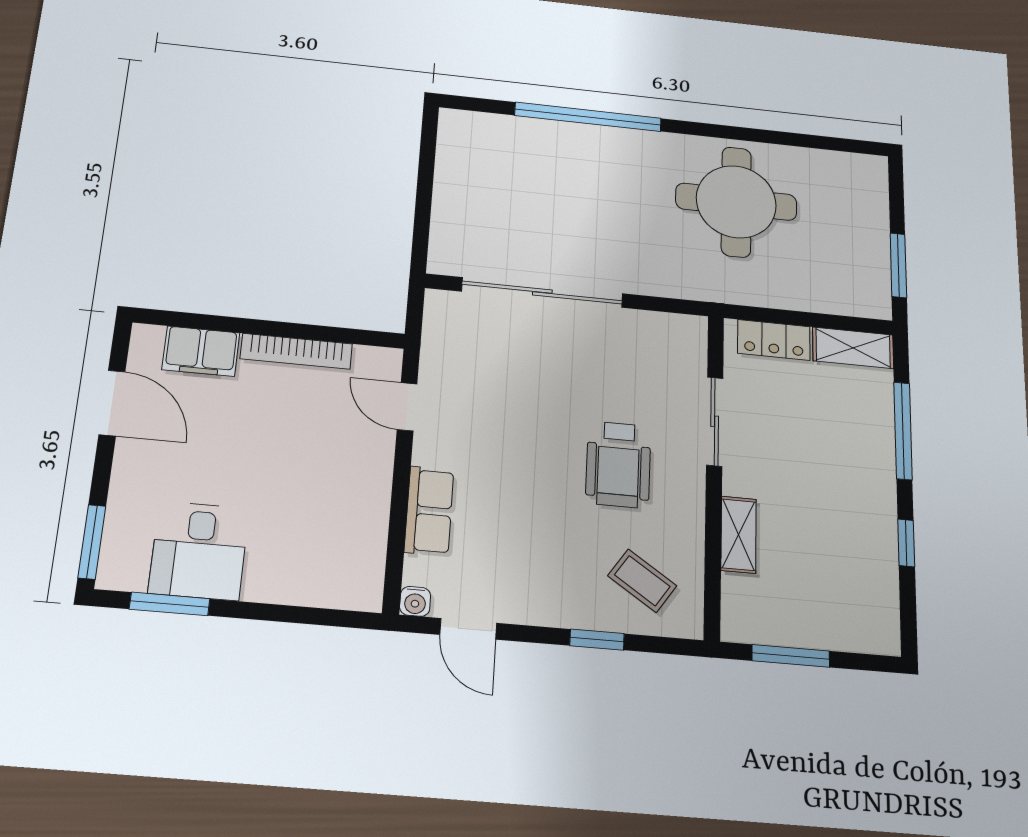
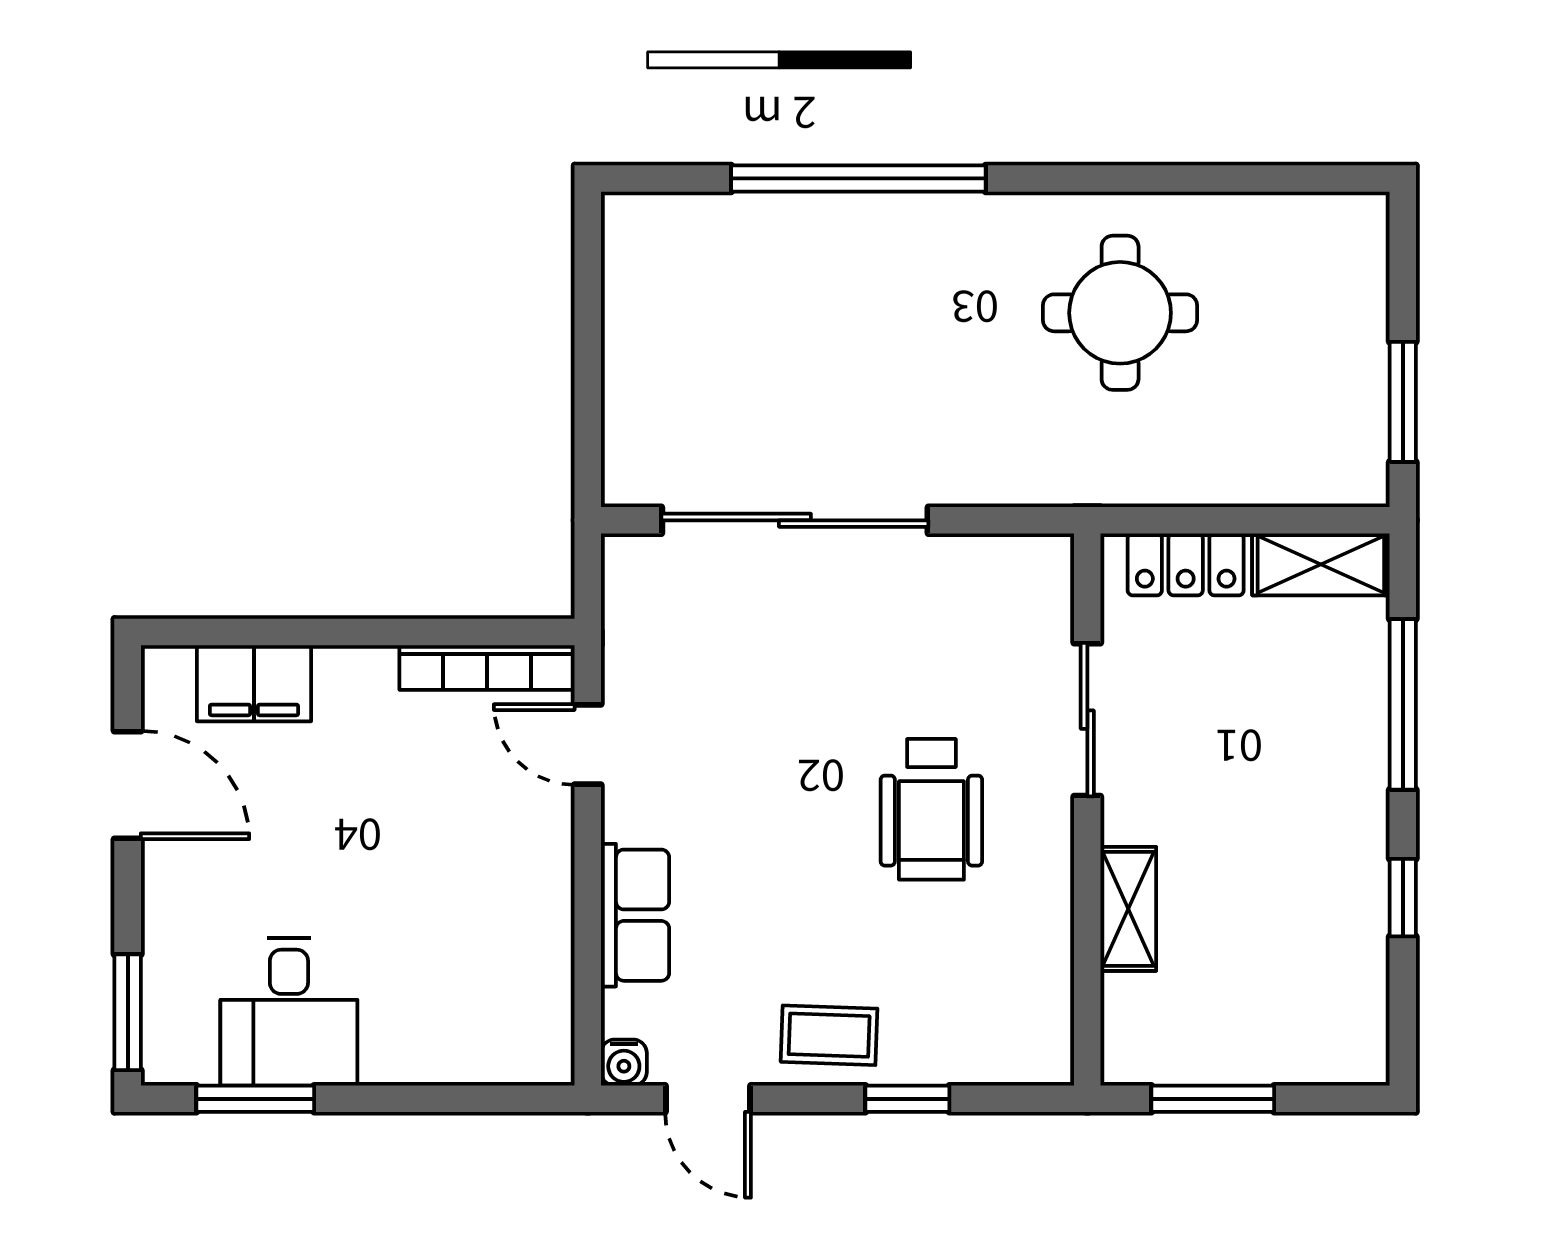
round table: (736, 202) -> (1120, 313), width x0.73, depth x0.73
bookcase: (296, 351) -> (487, 668), moved
coffee table: (642, 581) -> (829, 1035), moved, turned -32

